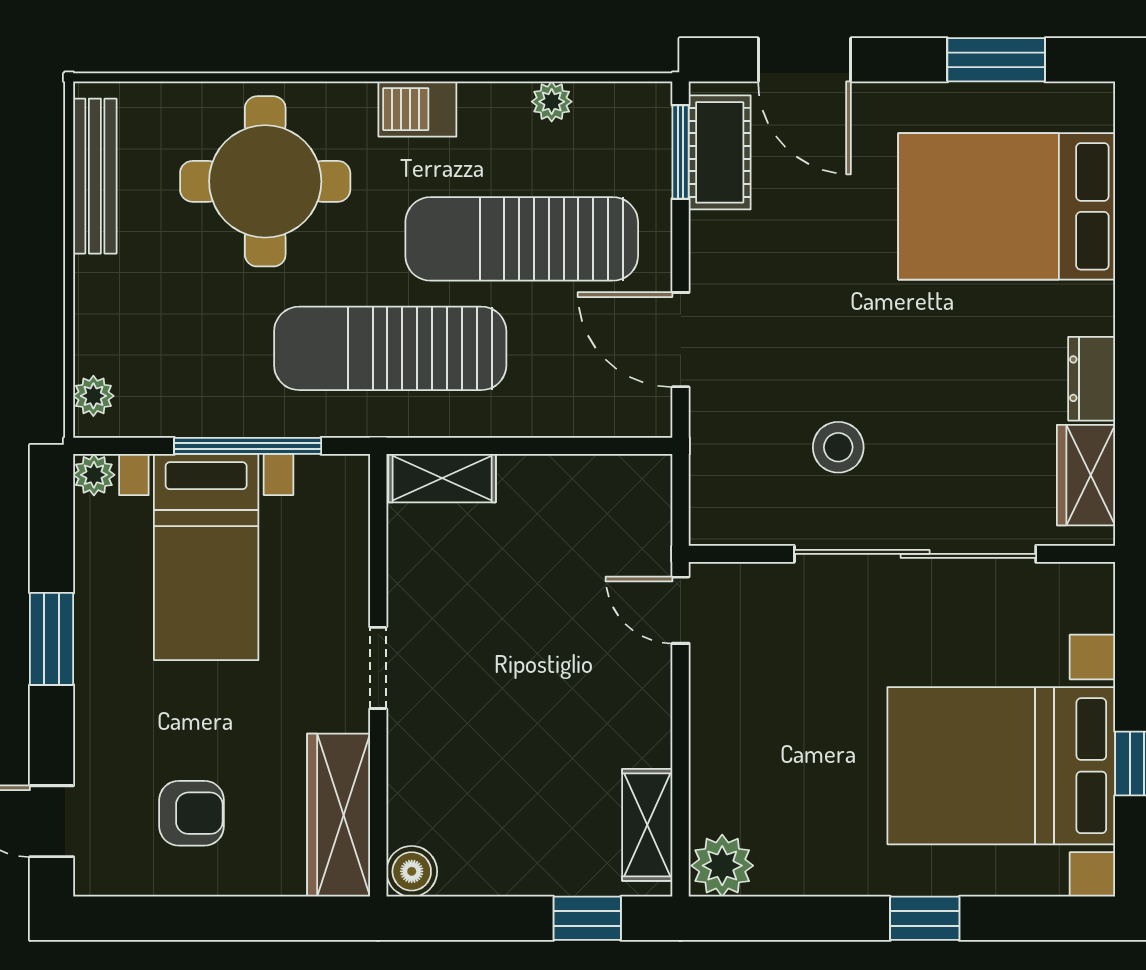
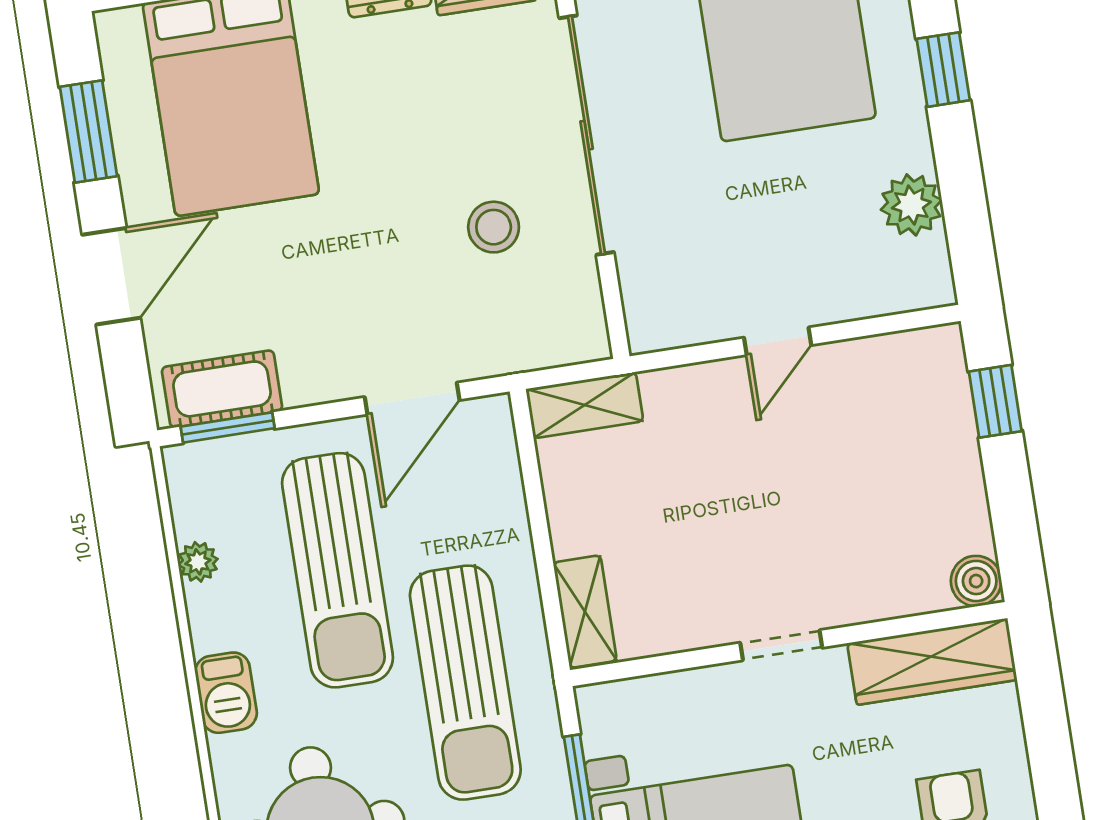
door: (805, 60) -> (111, 276), moved
door: (681, 610) -> (778, 341), moved
shelving: (647, 825) -> (585, 405), moved
plant: (722, 866) -> (911, 205), moved

